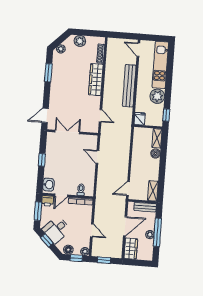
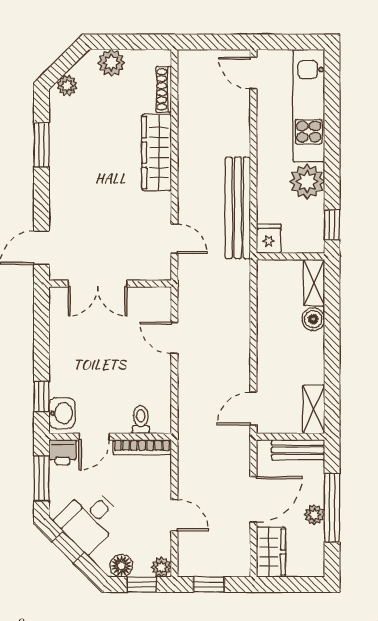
bench: (129, 86) -> (238, 208), moved
double door: (67, 132) -> (98, 284), swing flipped
window: (42, 160) -> (41, 396), moved

